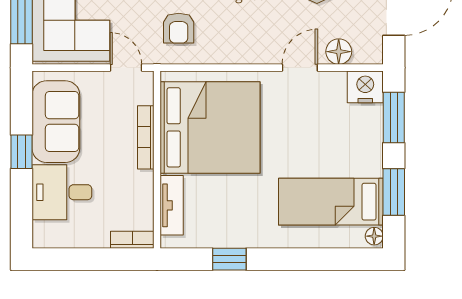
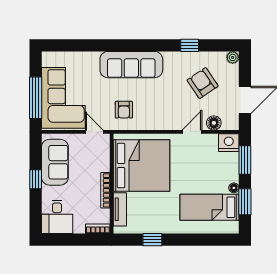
bookcase: (146, 137) -> (105, 190), moved
desk: (62, 192) -> (57, 217), moved, turned -90
floor lamp: (374, 236) -> (234, 188), moved

